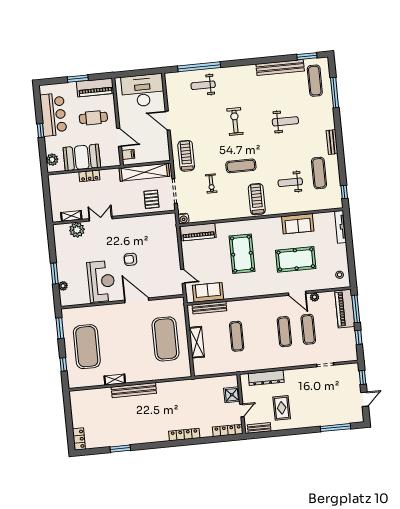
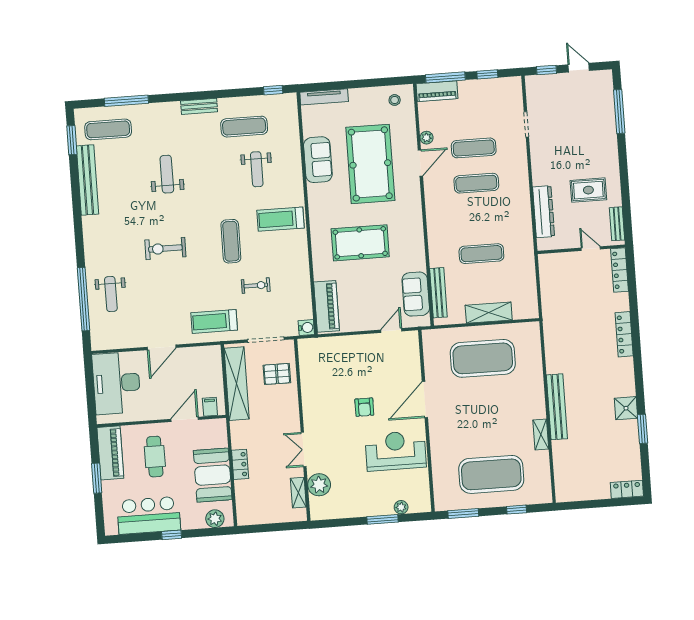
pool table: (296, 259) -> (370, 164), width x1.36, depth x1.32
piano: (345, 309) -> (437, 91), width x0.73, depth x0.75
shower: (232, 395) -> (626, 408), moved

